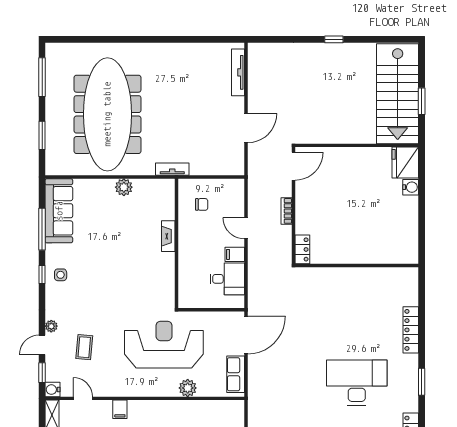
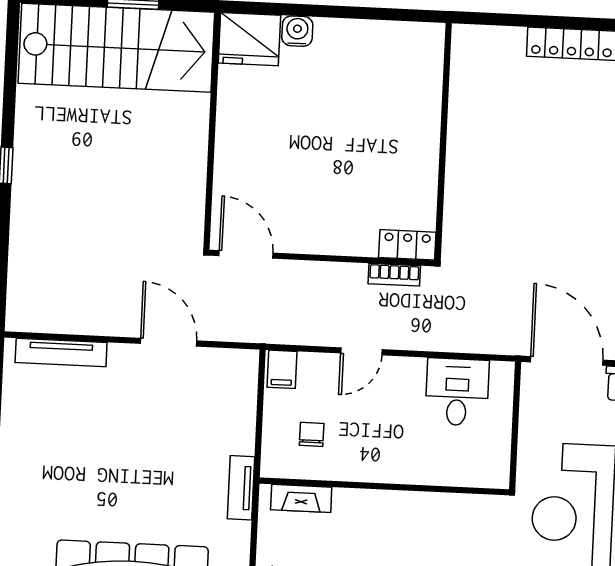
bookcase: (287, 211) -> (394, 275), moved
fireplace: (168, 236) -> (301, 498), moved
filing cabinet: (235, 254) -> (282, 369), moved

